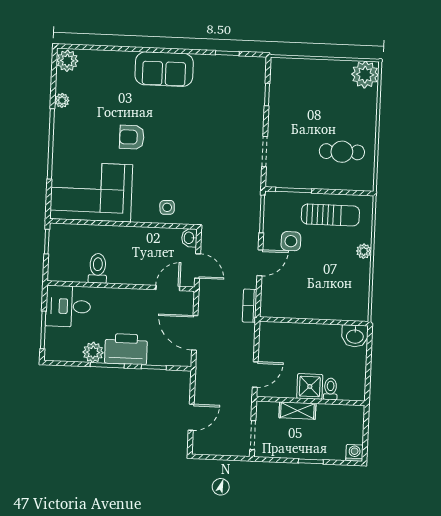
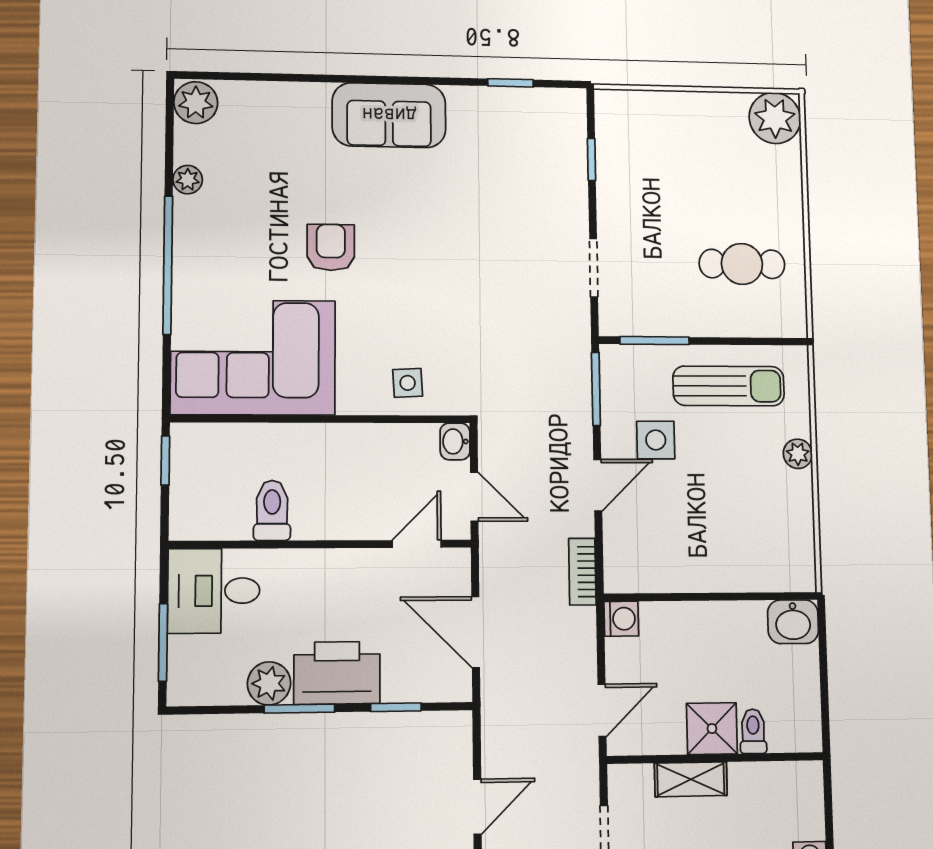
armchair: (132, 137) -> (331, 247), turned 90
washing machine: (268, 330) -> (621, 619), added

